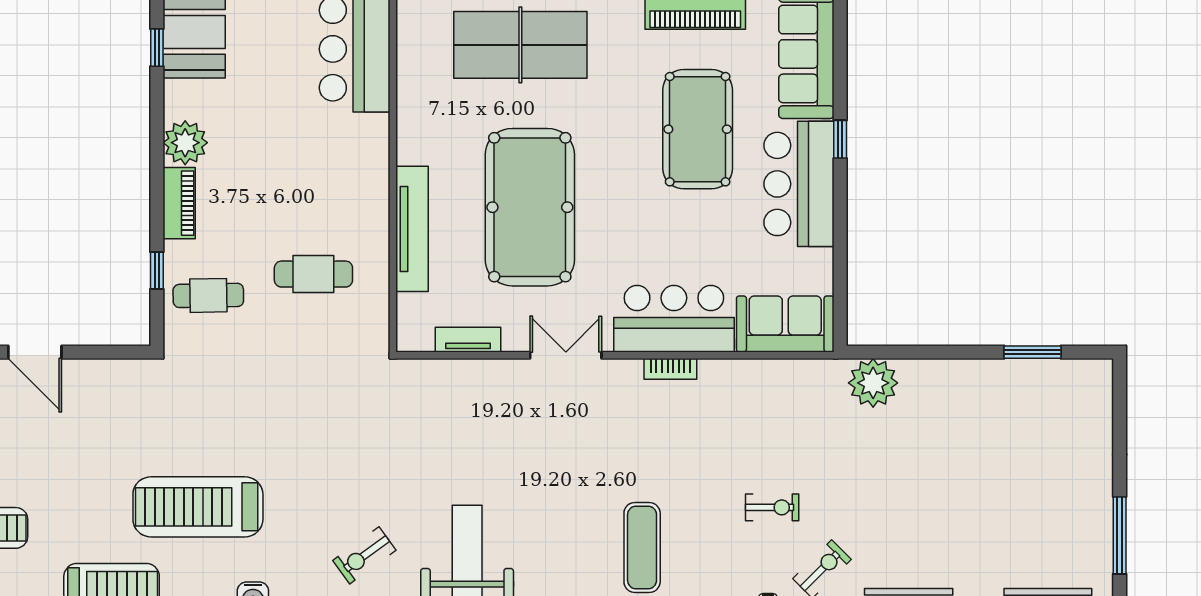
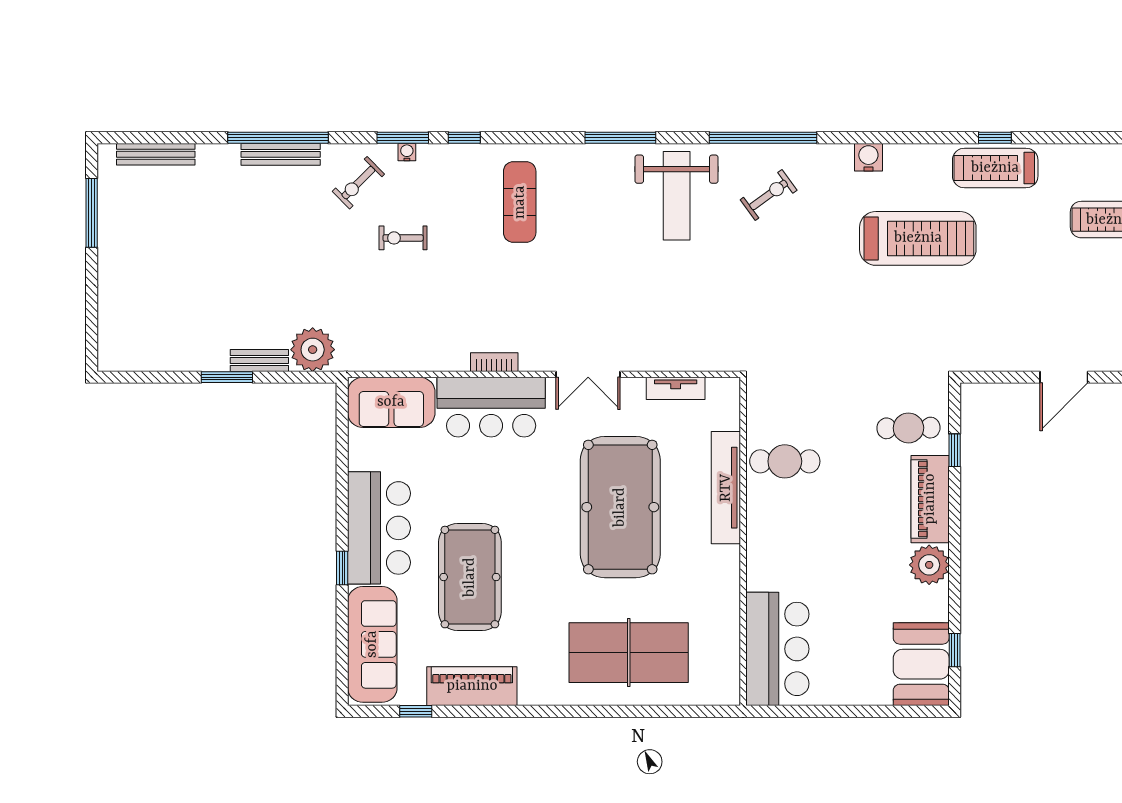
piano: (179, 203) -> (930, 499), width x1.37, depth x1.33
cafe table: (313, 274) -> (785, 461), moved
door: (35, 352) -> (1064, 377), swing flipped
window: (1033, 352) -> (227, 377), moved
bench: (932, 371) -> (259, 361), added

